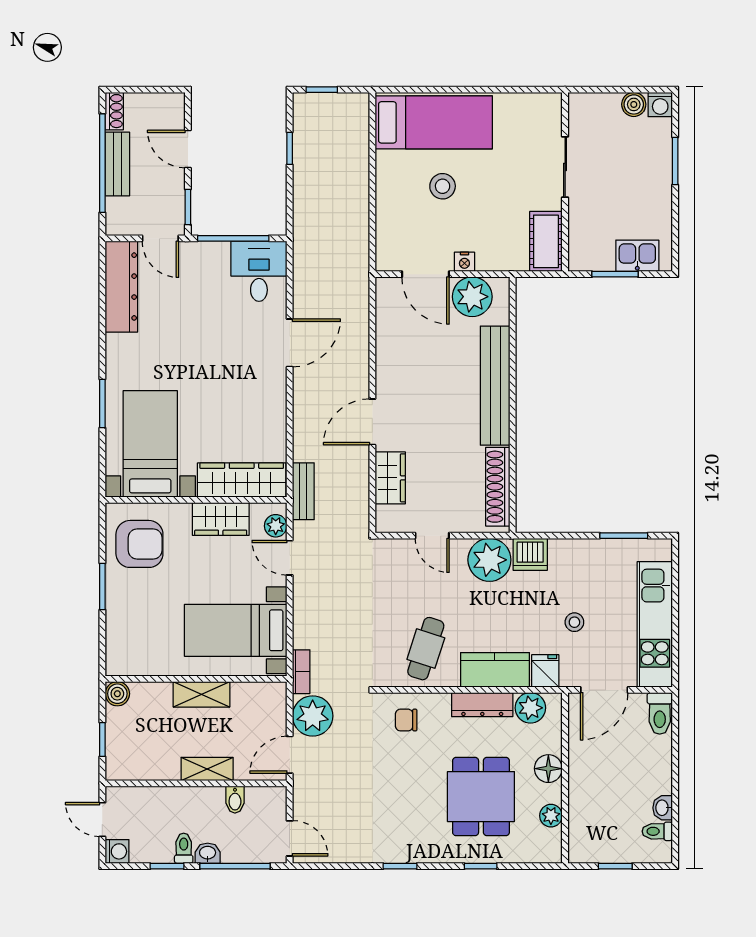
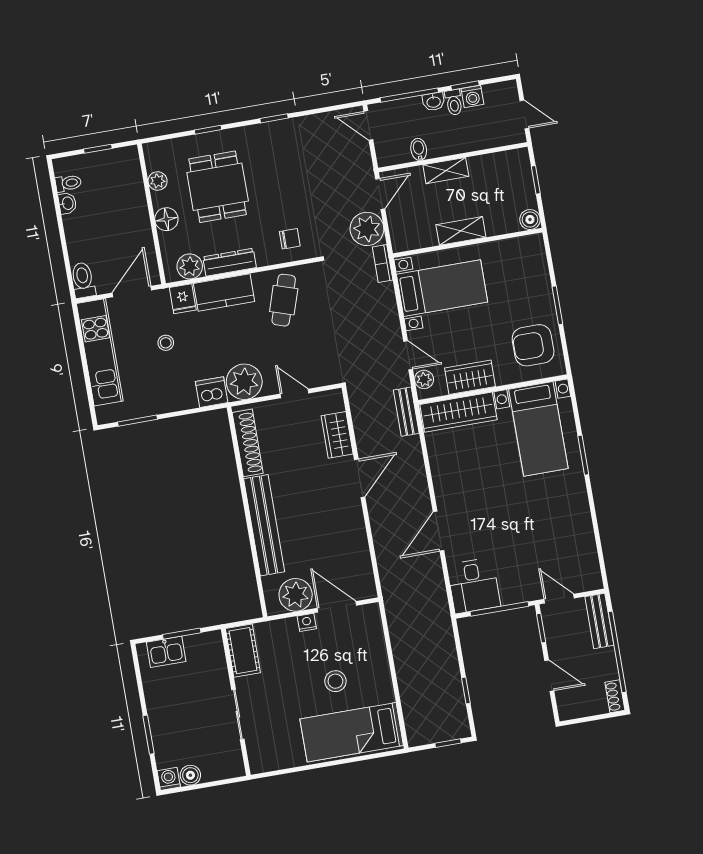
bench: (117, 164) -> (599, 621), moved
dresser: (121, 287) -> (584, 554), removed
washing machine: (117, 851) -> (472, 96), moved, turned -90

